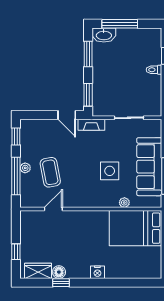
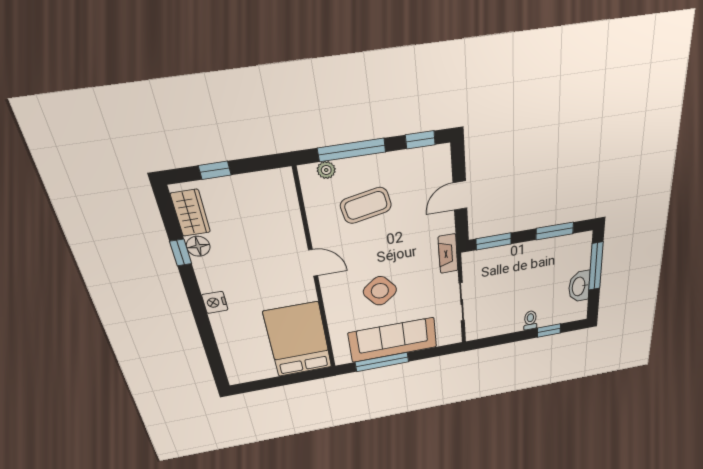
washbasin: (104, 35) -> (579, 286), moved
door: (67, 115) -> (460, 196), moved
plant: (25, 168) -> (326, 170), moved
side table: (110, 171) -> (380, 291), turned -38
plant: (124, 203) -> (334, 319), removed
door: (53, 209) -> (313, 263), moved

